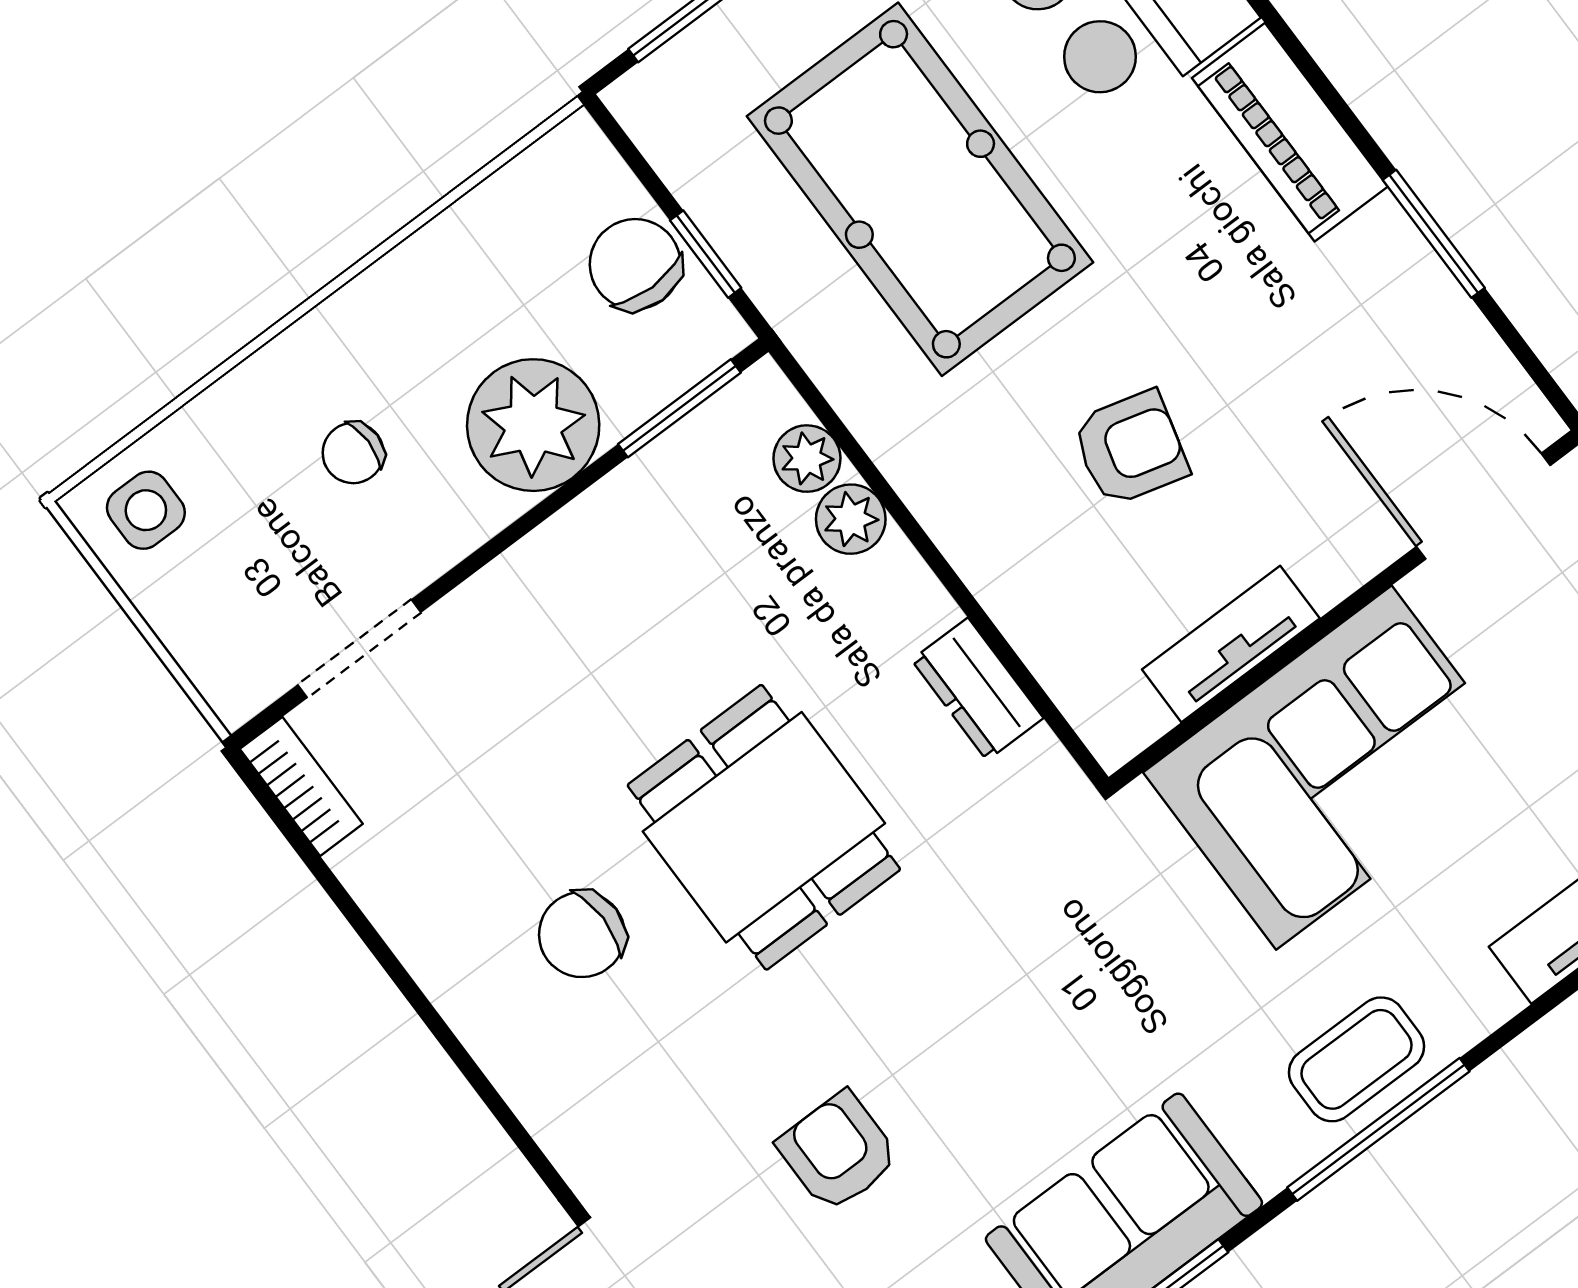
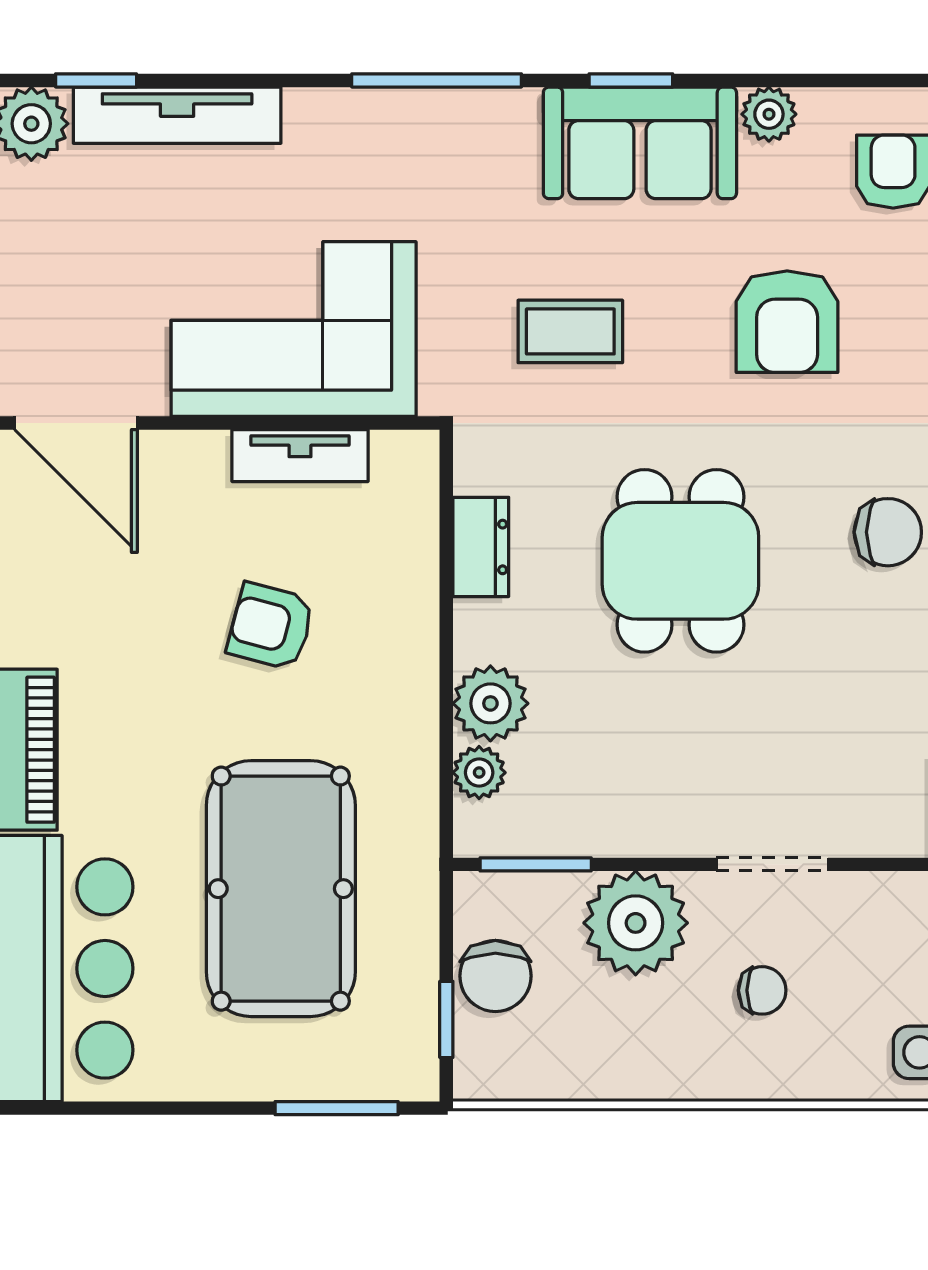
window: (706, 254) -> (446, 1019), moved
plant: (851, 519) -> (490, 703), width x1.38, depth x1.38
doorway: (359, 649) -> (772, 864), moved
chair: (582, 935) -> (888, 532), moved
coffee table: (1356, 1059) -> (570, 331), moved
armchair: (838, 1152) -> (787, 322), width x1.38, depth x1.38

